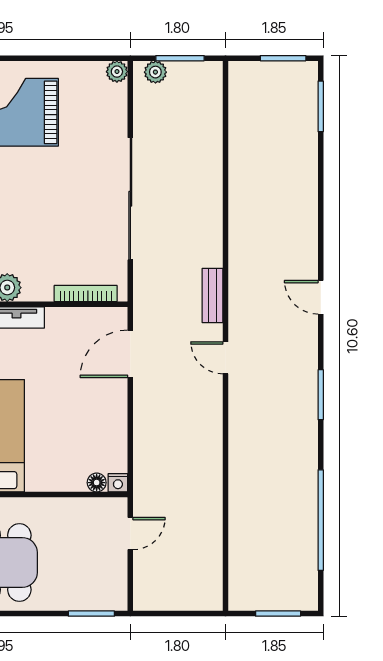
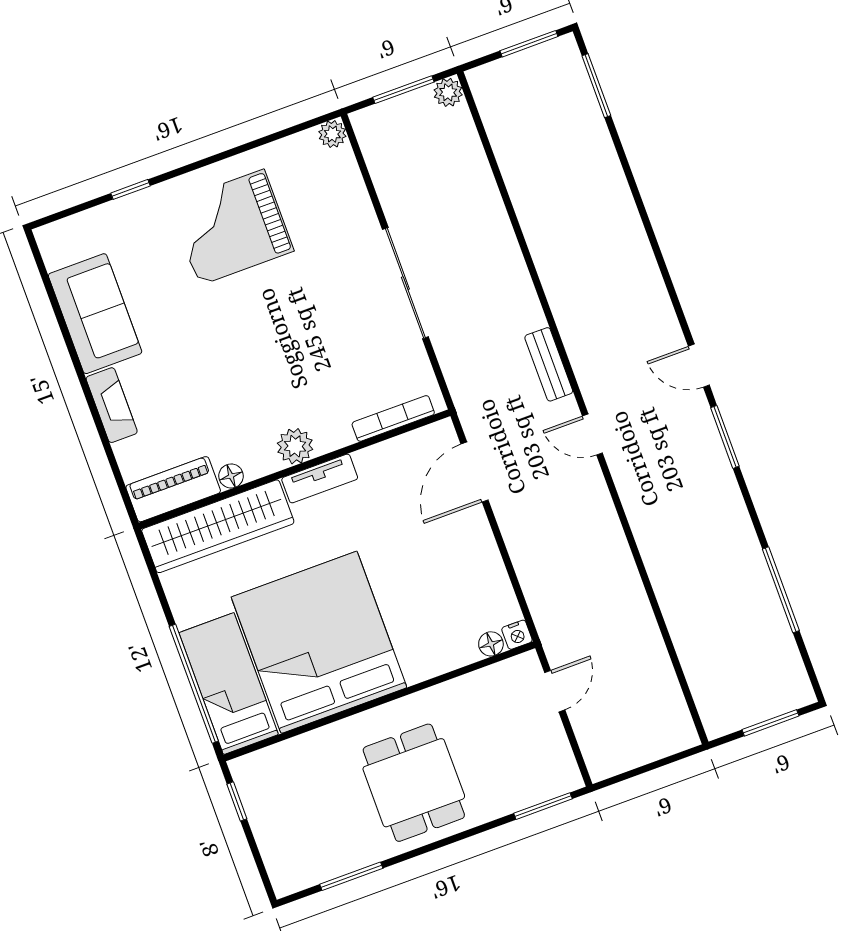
plant: (155, 72) -> (448, 92), moved
sliding door: (130, 199) -> (405, 283), width x0.73
door: (321, 297) -> (699, 366), moved
window: (321, 520) -> (781, 590), width x0.68

